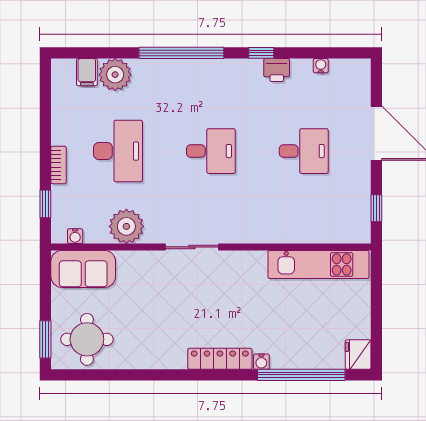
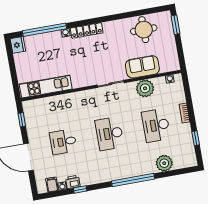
window: (261, 53) -> (80, 189), moved
printer: (277, 70) -> (73, 182), moved
filing cabinet: (87, 72) -> (52, 185), moved
desk: (211, 151) -> (110, 134), width x1.37
window: (45, 204) -> (196, 138), moved
sofa: (83, 269) -> (142, 67), moved
round table: (87, 339) -> (144, 30), moved

